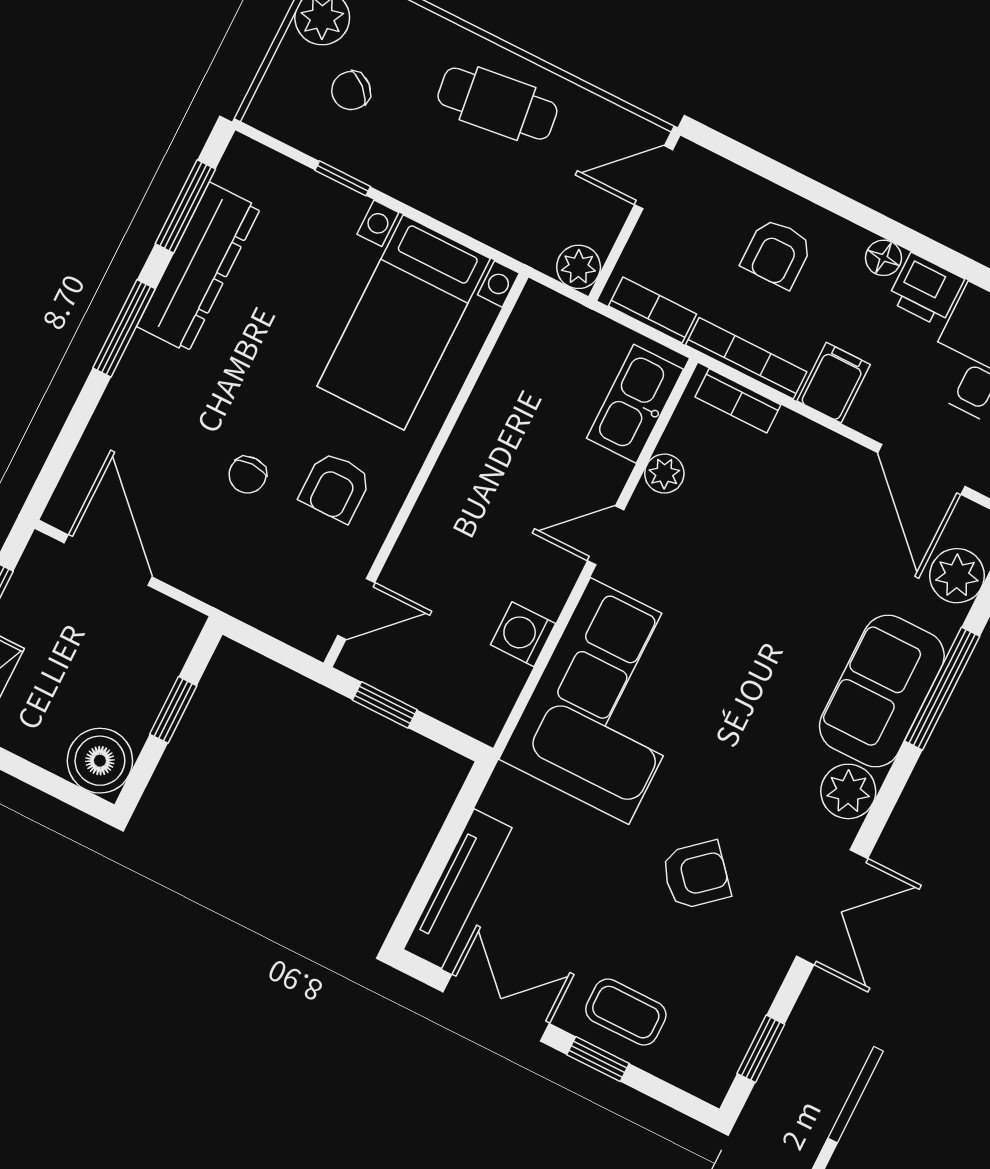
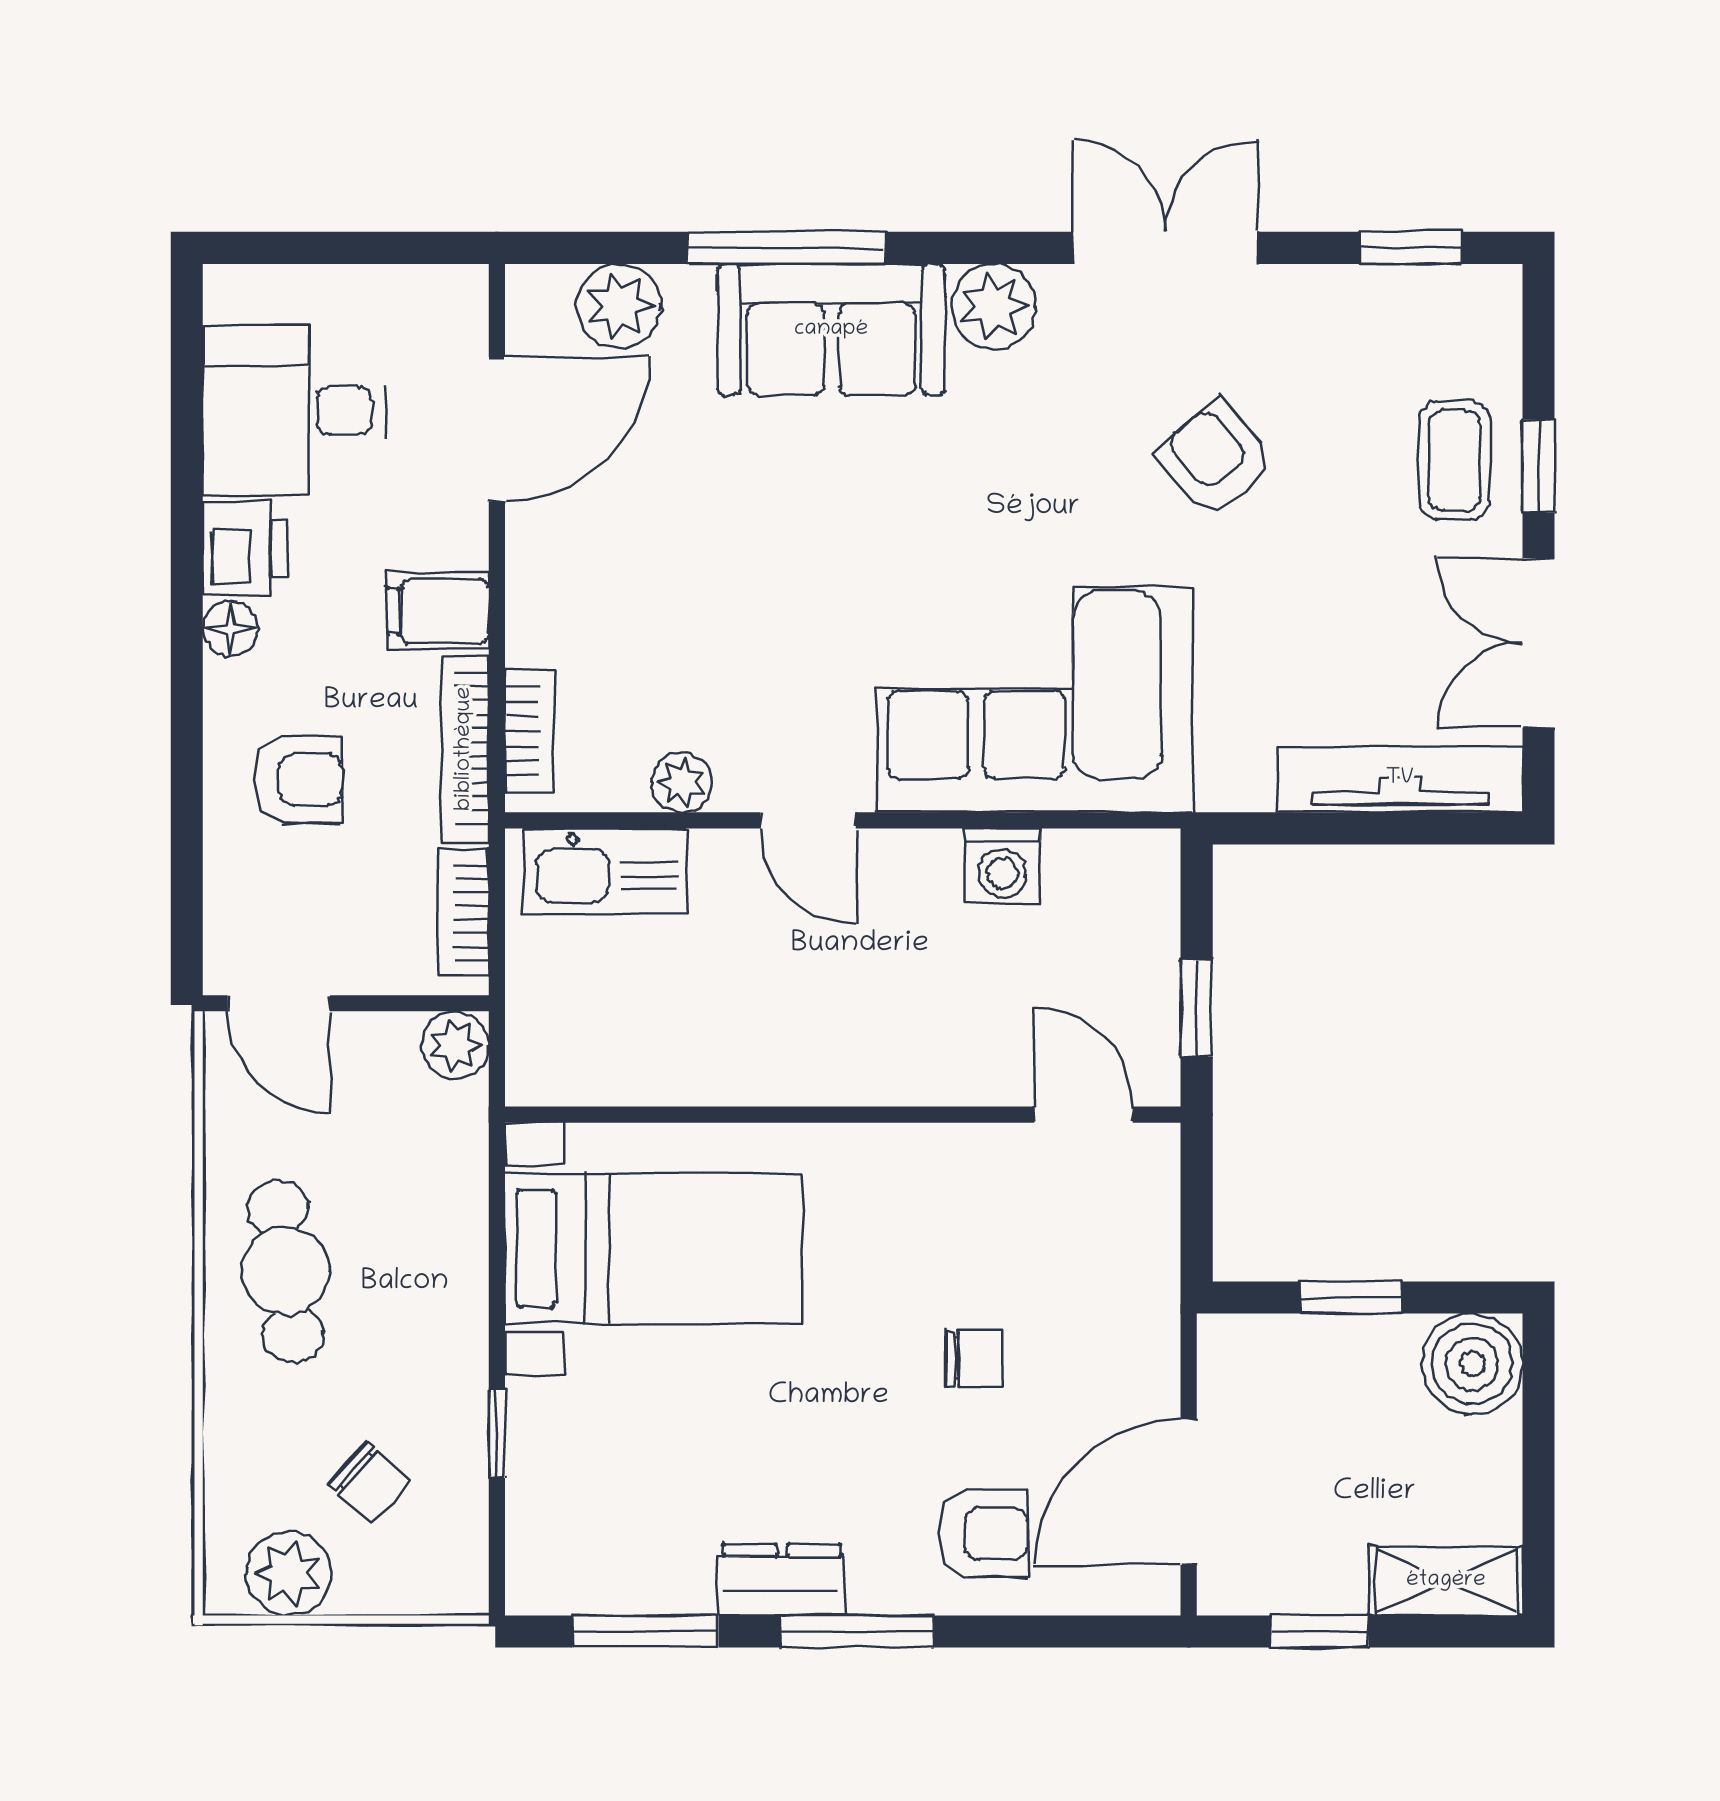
dresser: (199, 267) -> (782, 1580), width x0.51, depth x0.80
armchair: (335, 487) -> (983, 1534), moved

